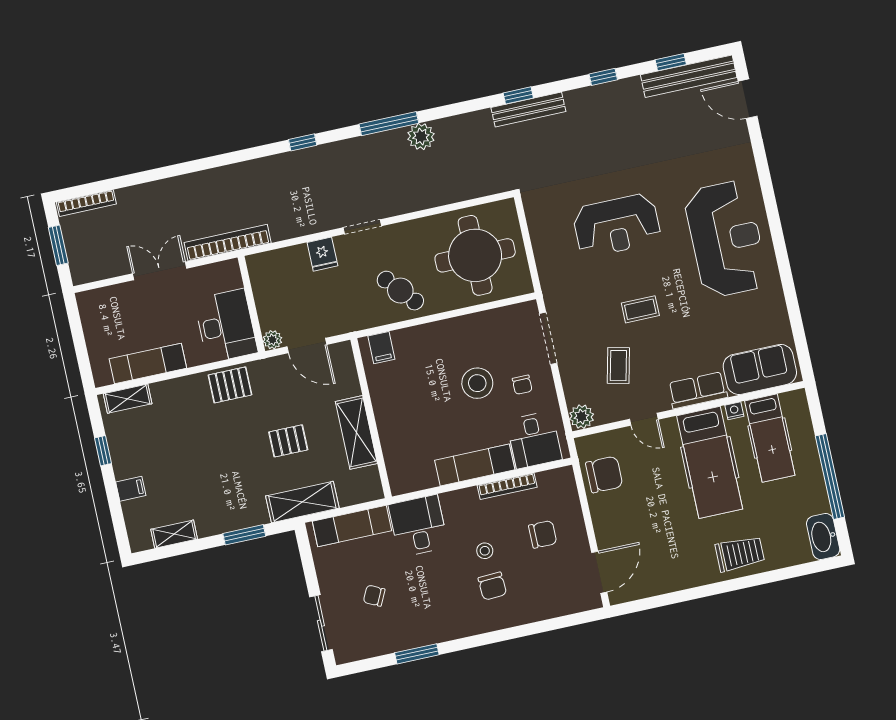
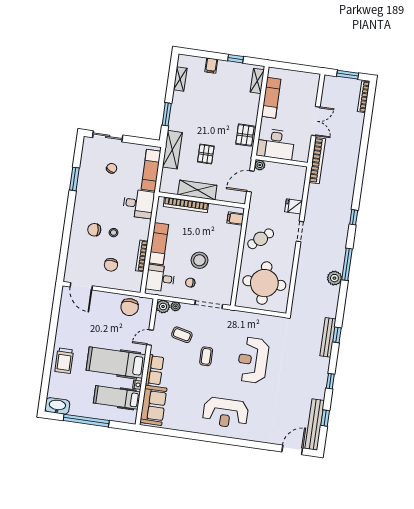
reception desk: (726, 239) -> (226, 413), width x0.74, depth x0.77
plant: (573, 395) -> (176, 306), added
bookcase: (390, 443) -> (186, 205), added

